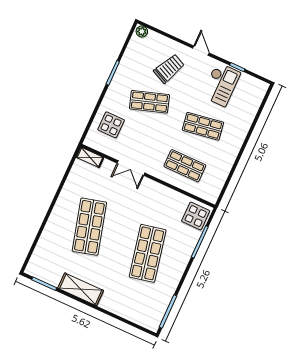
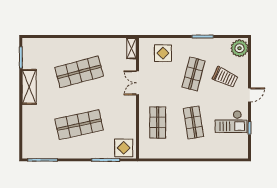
plant: (142, 31) -> (239, 48), width x1.87, depth x1.87
shop shelf: (149, 102) -> (193, 74), turned 33

